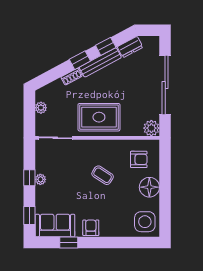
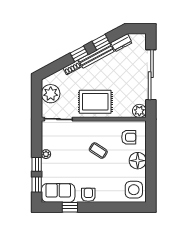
plant: (41, 108) -> (51, 94), width x1.87, depth x1.87
window: (29, 178) -> (37, 164), moved

